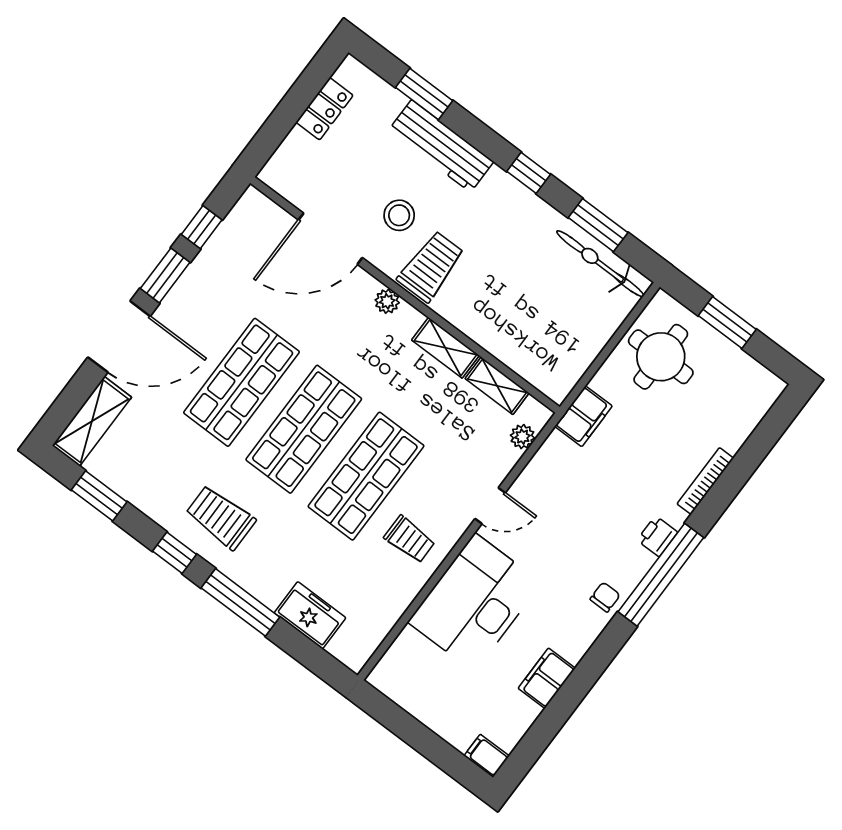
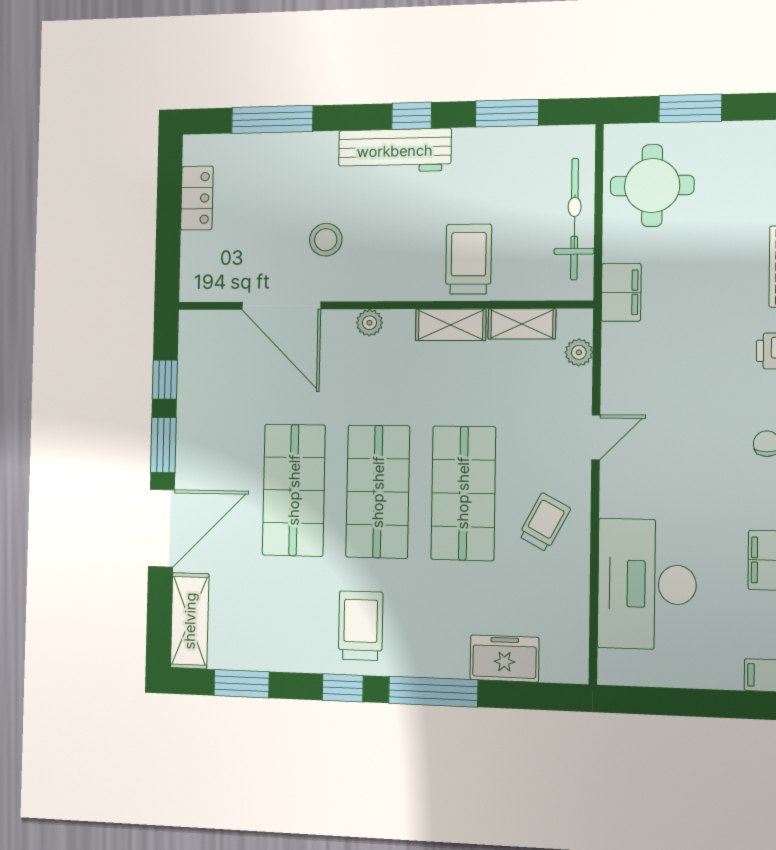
window: (424, 94) -> (272, 119), width x1.44
workbench: (441, 146) -> (395, 151), moved
door: (330, 239) -> (281, 306), hinge flipped
bicycle: (600, 264) -> (574, 219), moved, turned 90
trolley: (431, 267) -> (469, 259), moved
trolley: (221, 517) -> (361, 626), turned 90
trolley: (410, 539) -> (544, 522), turned -62
desk: (475, 602) -> (647, 584), moved

